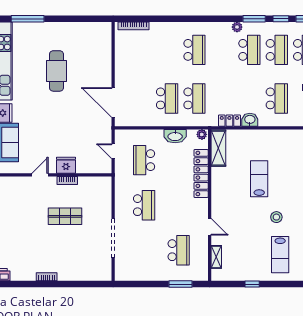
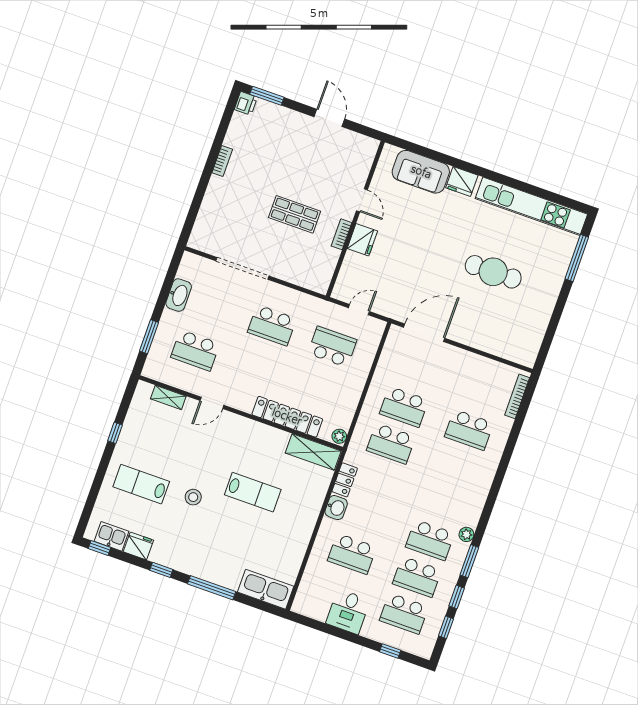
school desk: (194, 50) -> (469, 430), moved
washbasin: (175, 136) -> (179, 295), moved, turned 180
shop shelf: (65, 216) -> (295, 214), turned 90

